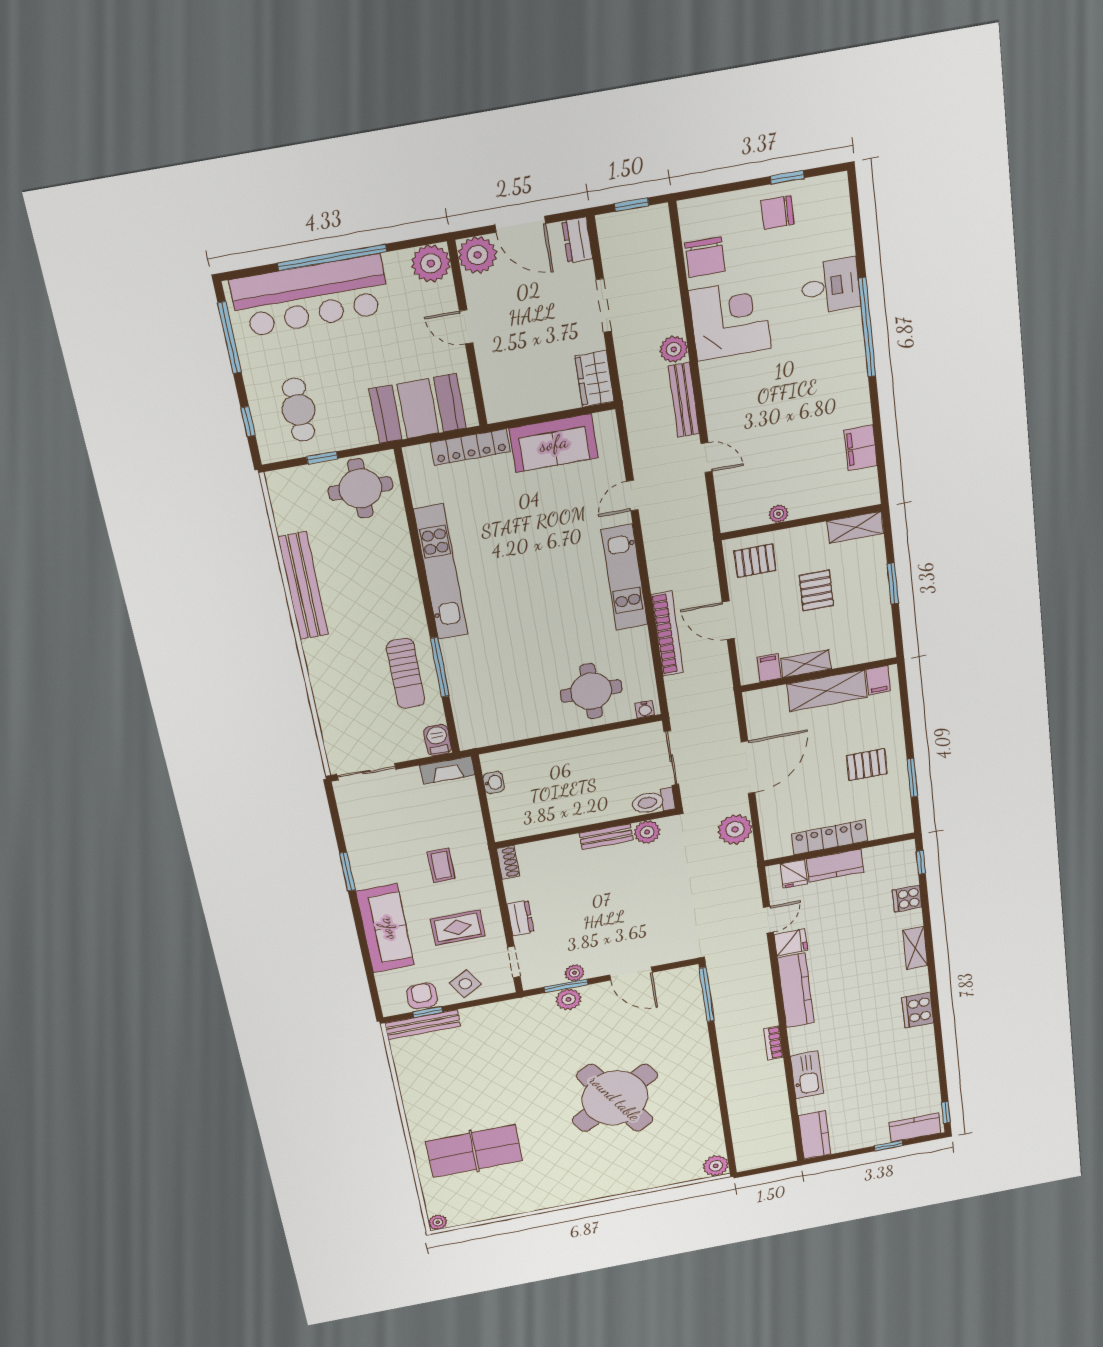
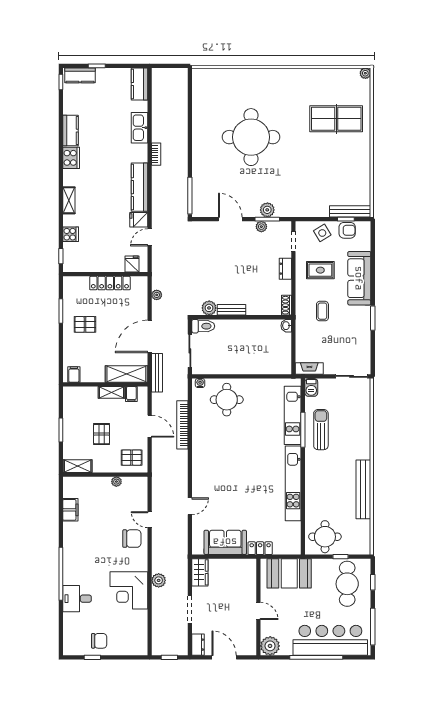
plant: (477, 255) -> (247, 646), removed
chair: (705, 257) -> (132, 539), moved, turned 90
bench: (684, 400) -> (157, 373), moved
cafe table: (299, 410) -> (347, 584), width x1.37, depth x1.35
locker: (470, 447) -> (260, 548), width x0.66
kitchen unit: (624, 577) -> (293, 415), moved, turned 180
shelving: (827, 691) -> (126, 374), moved
washbasin: (494, 782) -> (286, 326), moved
plant: (735, 829) -> (157, 295), width x0.53, depth x0.53
kitchen counter: (835, 866) -> (71, 131), moved, turned 90
armchair: (422, 996) -> (347, 230), turned -90
round table: (615, 1098) -> (251, 137), turned 32
plant: (716, 1166) -> (200, 75), removed

